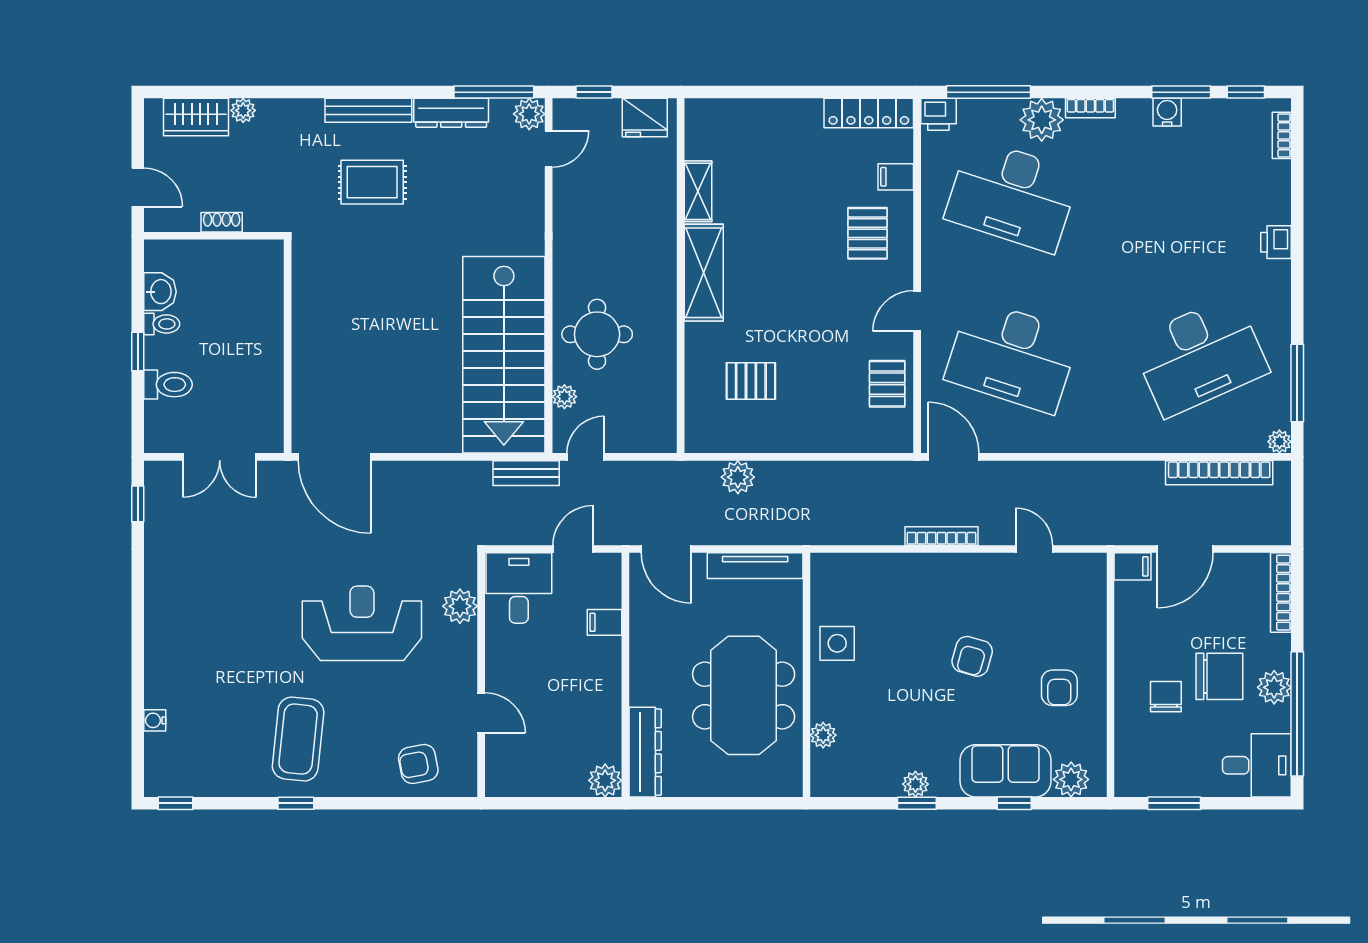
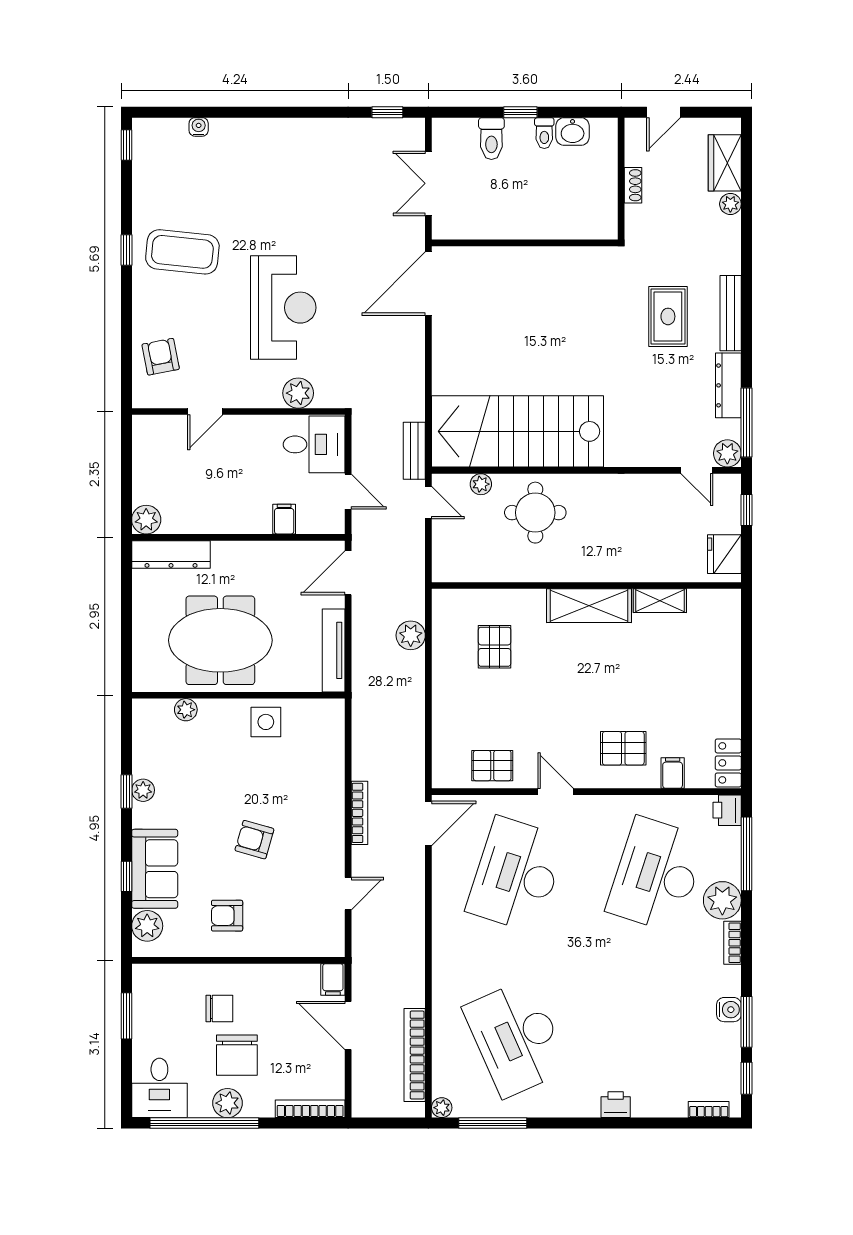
locker: (869, 113) -> (728, 763), width x0.66

